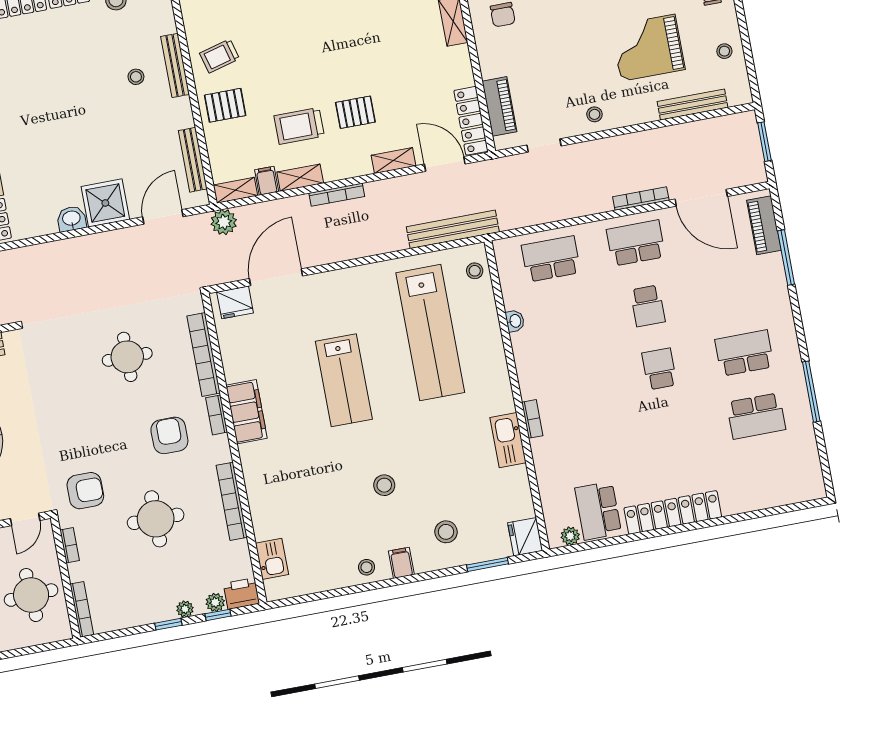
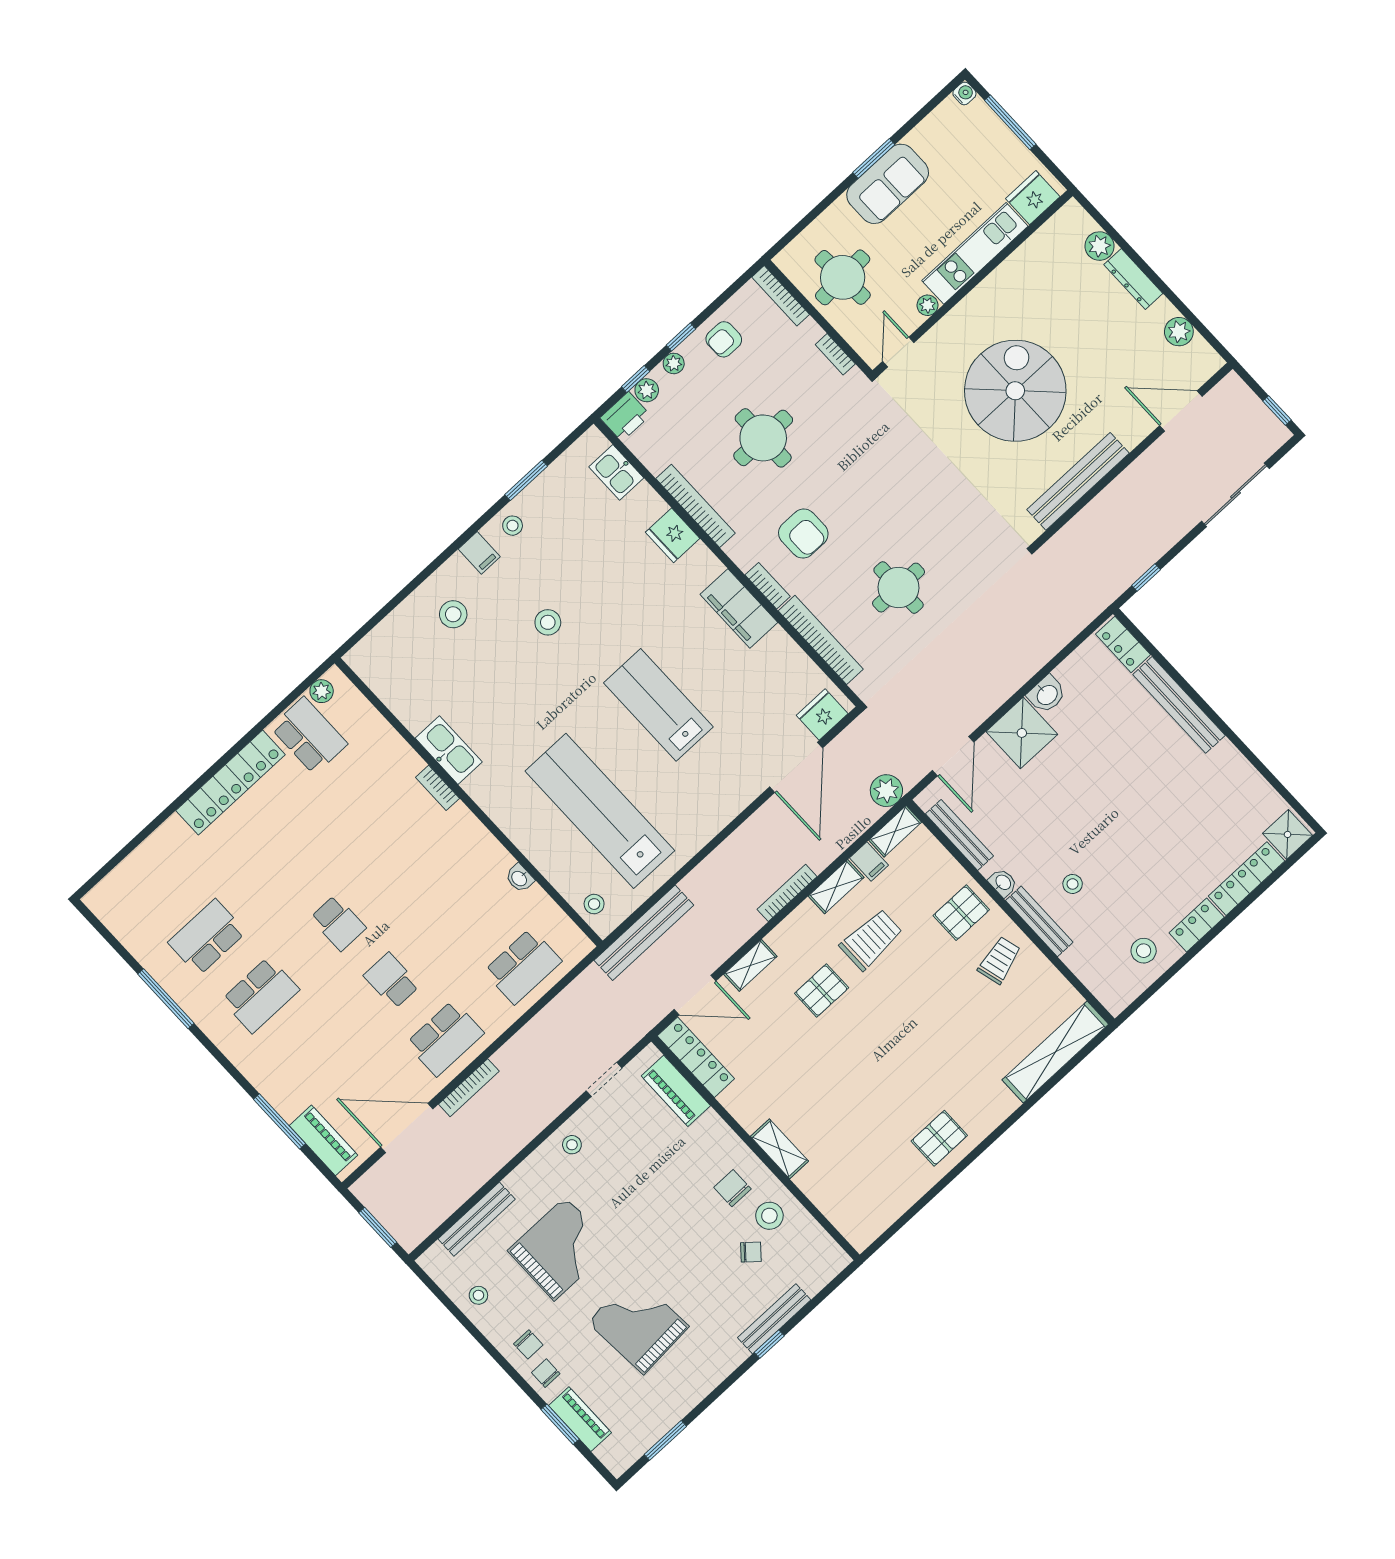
washbasin: (183, 108) -> (1003, 883), added
armchair: (85, 491) -> (724, 339), moved, width x0.72, depth x0.72
fridge: (525, 537) -> (673, 535), moved, turned 180
window: (487, 564) -> (526, 480), moved

